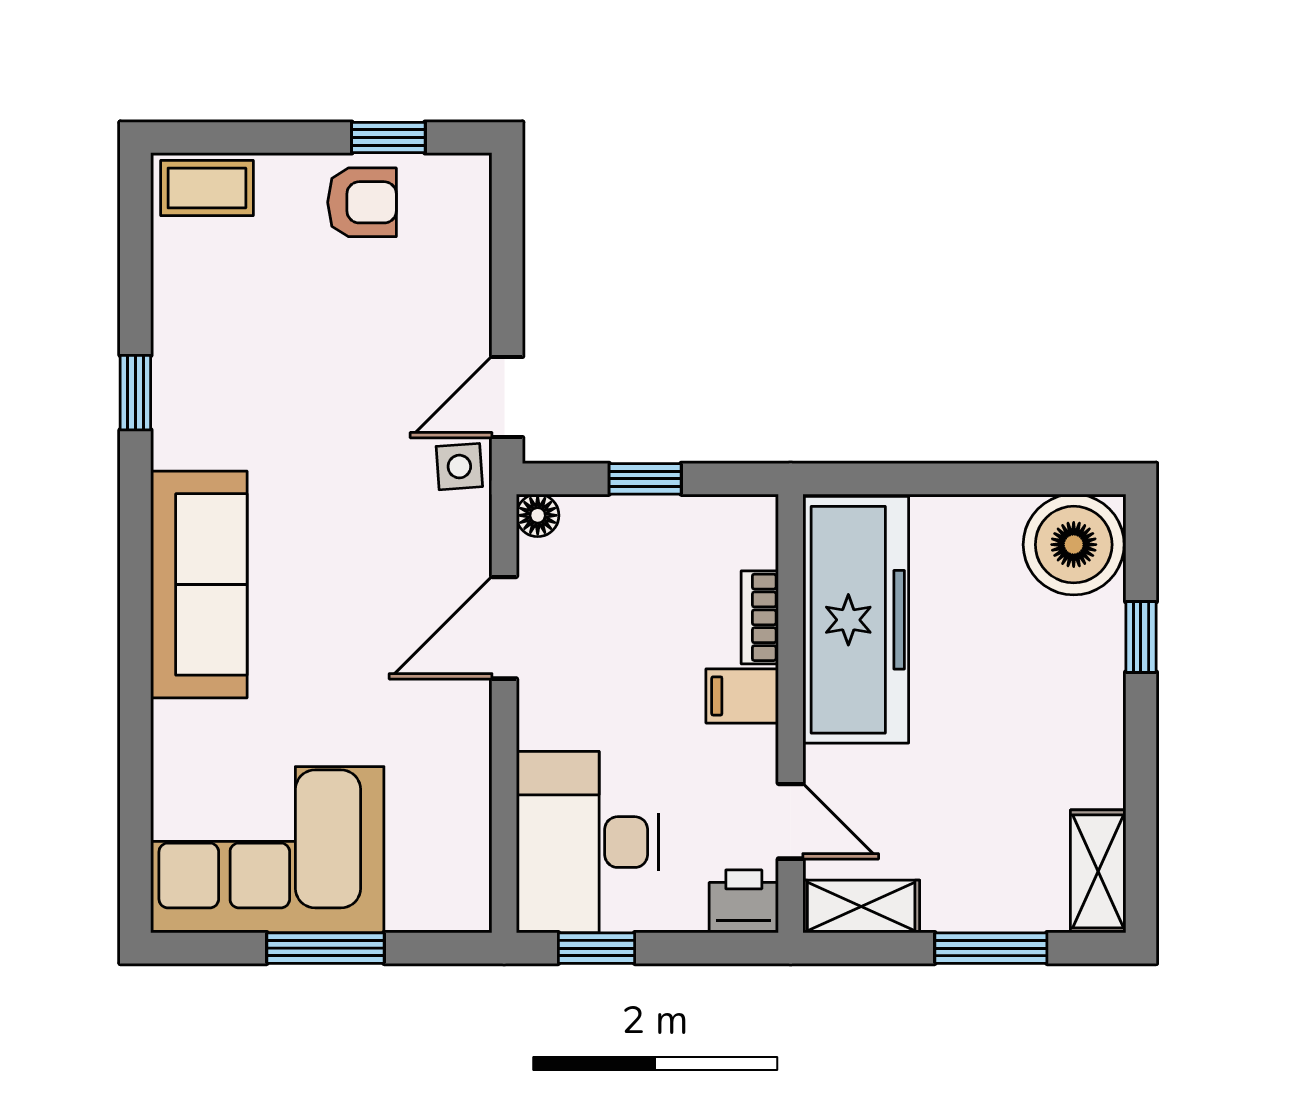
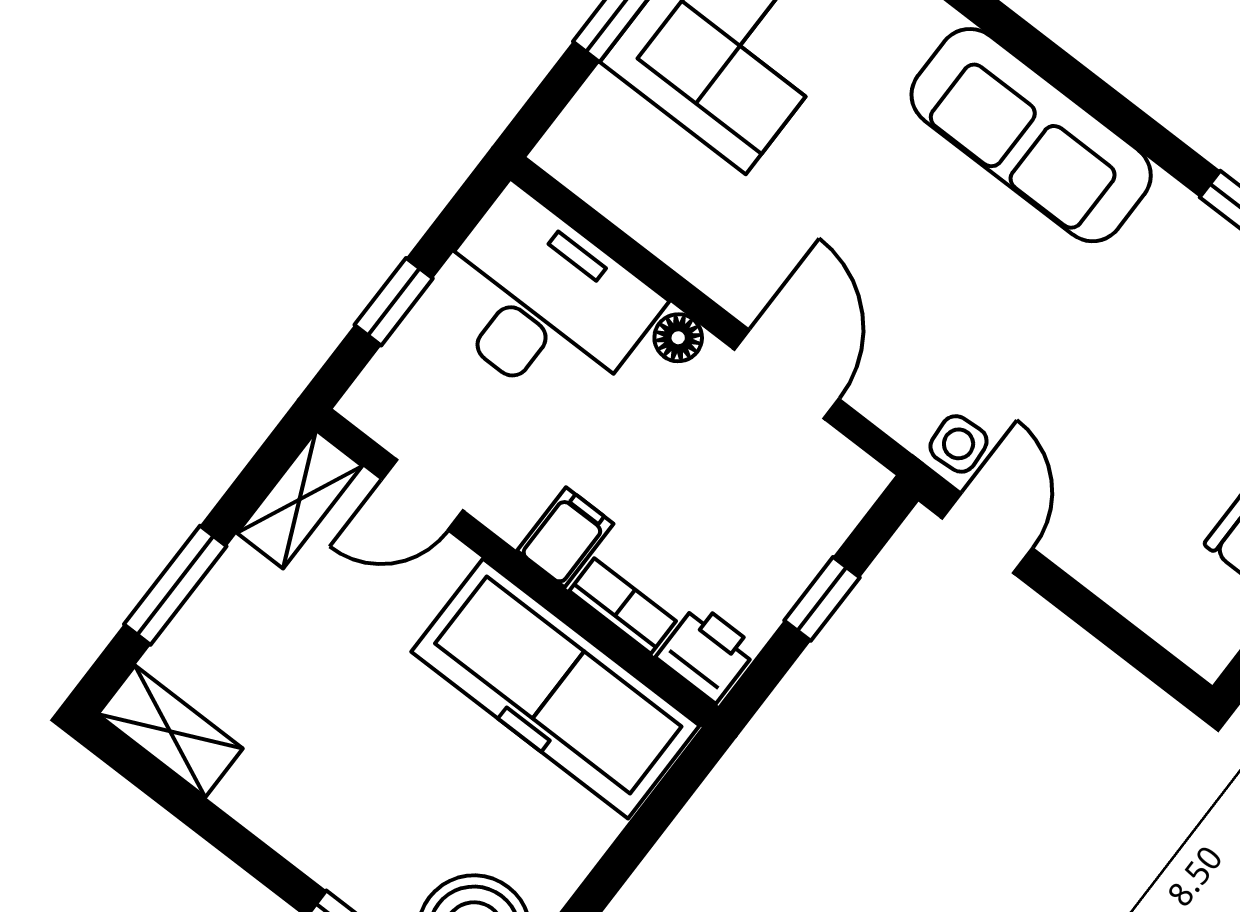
floor lamp: (538, 515) -> (678, 338), moved
printer: (744, 901) -> (707, 653), moved, turned -90
window: (596, 948) -> (394, 302), moved

